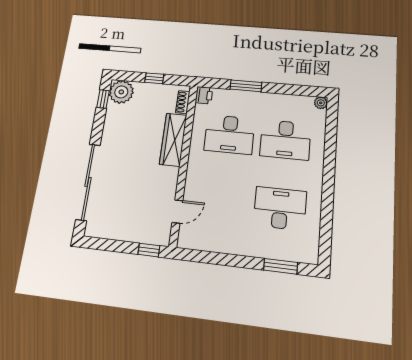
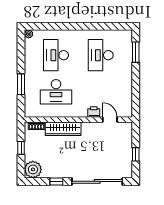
printer: (204, 95) -> (94, 112), moved
window: (103, 99) -> (56, 181), moved
desk: (229, 134) -> (56, 92), turned 90
desk: (285, 140) -> (56, 55), turned 180
window: (149, 250) -> (136, 154), moved

